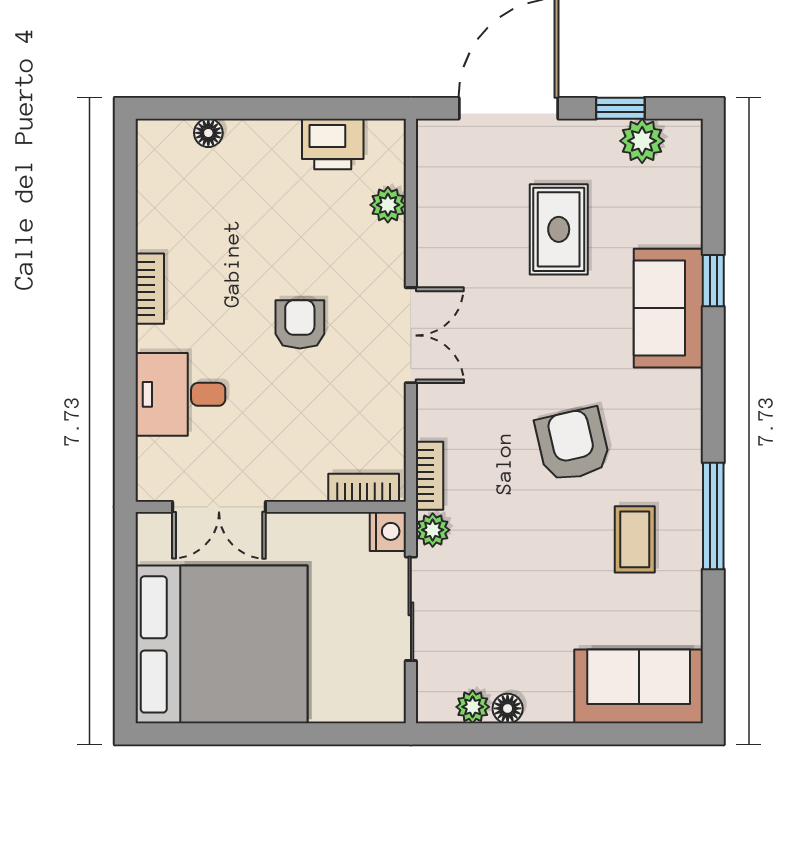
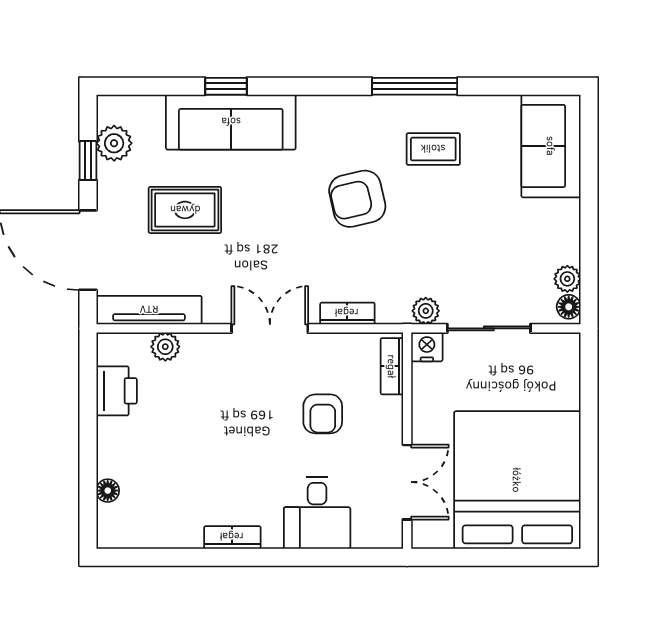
tv unit: (434, 184) -> (149, 310), added
sofa: (668, 308) -> (231, 122), width x1.36
armchair: (300, 324) -> (323, 414), moved, turned -90
bookcase: (429, 476) -> (347, 313), moved
floor lamp: (508, 708) -> (569, 307), moved

